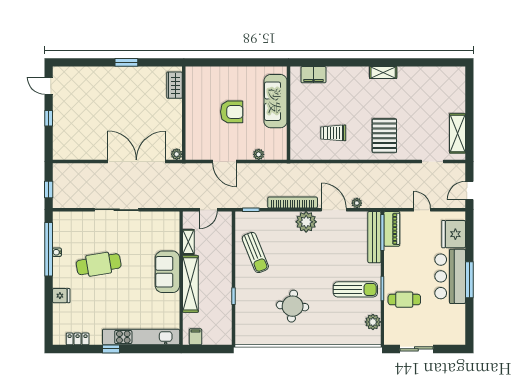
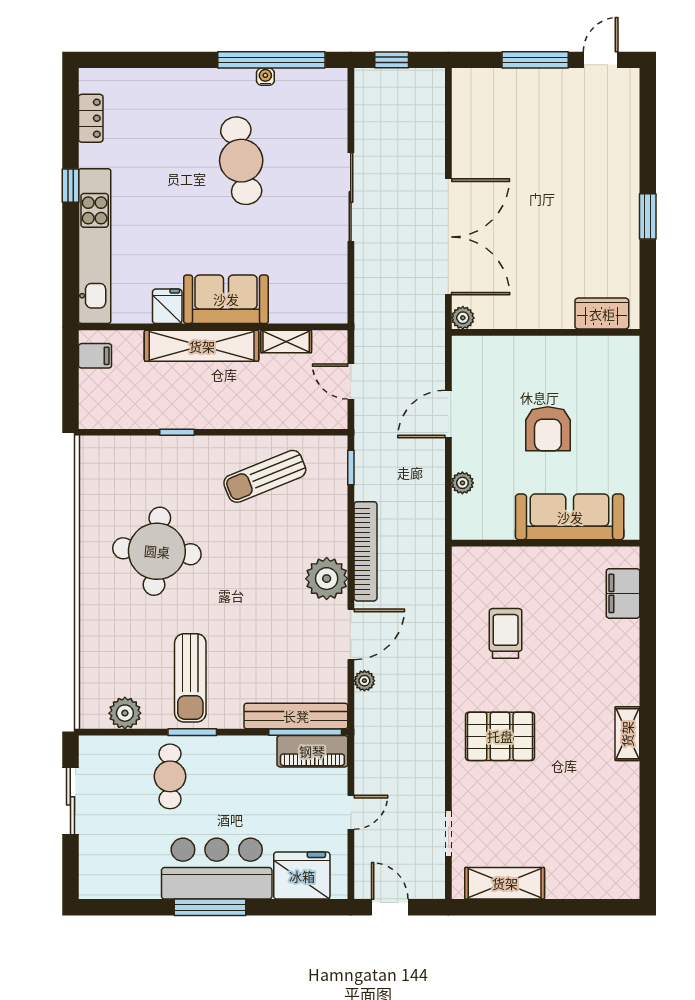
window: (49, 118) -> (535, 60), width x2.17
fridge: (61, 296) -> (167, 306), moved, turned 180
round table: (293, 306) -> (157, 551), width x1.36, depth x1.36

